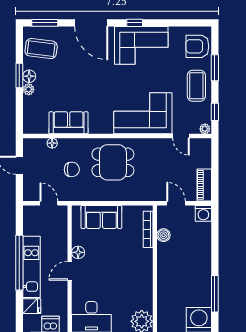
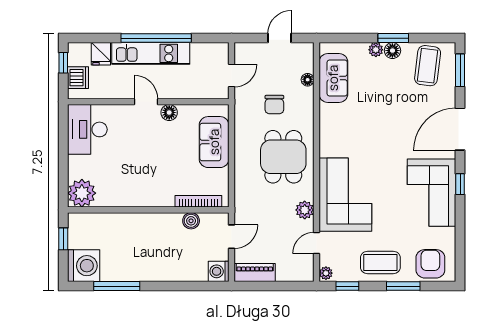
sofa: (69, 123) -> (333, 78), moved
plant: (155, 145) -> (305, 210), added

